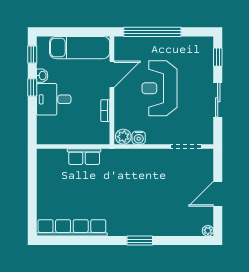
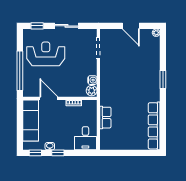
reception desk: (159, 88) -> (46, 54), moved, turned 180
desk: (54, 99) -> (85, 138), moved

